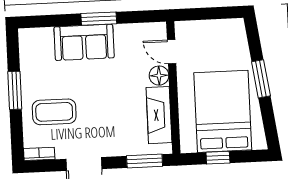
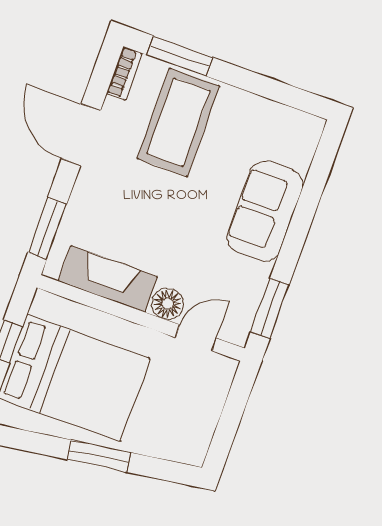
window: (99, 19) -> (270, 308), moved
window: (15, 90) -> (180, 56), moved
coffee table: (54, 112) -> (178, 122), width x1.36, depth x1.32

